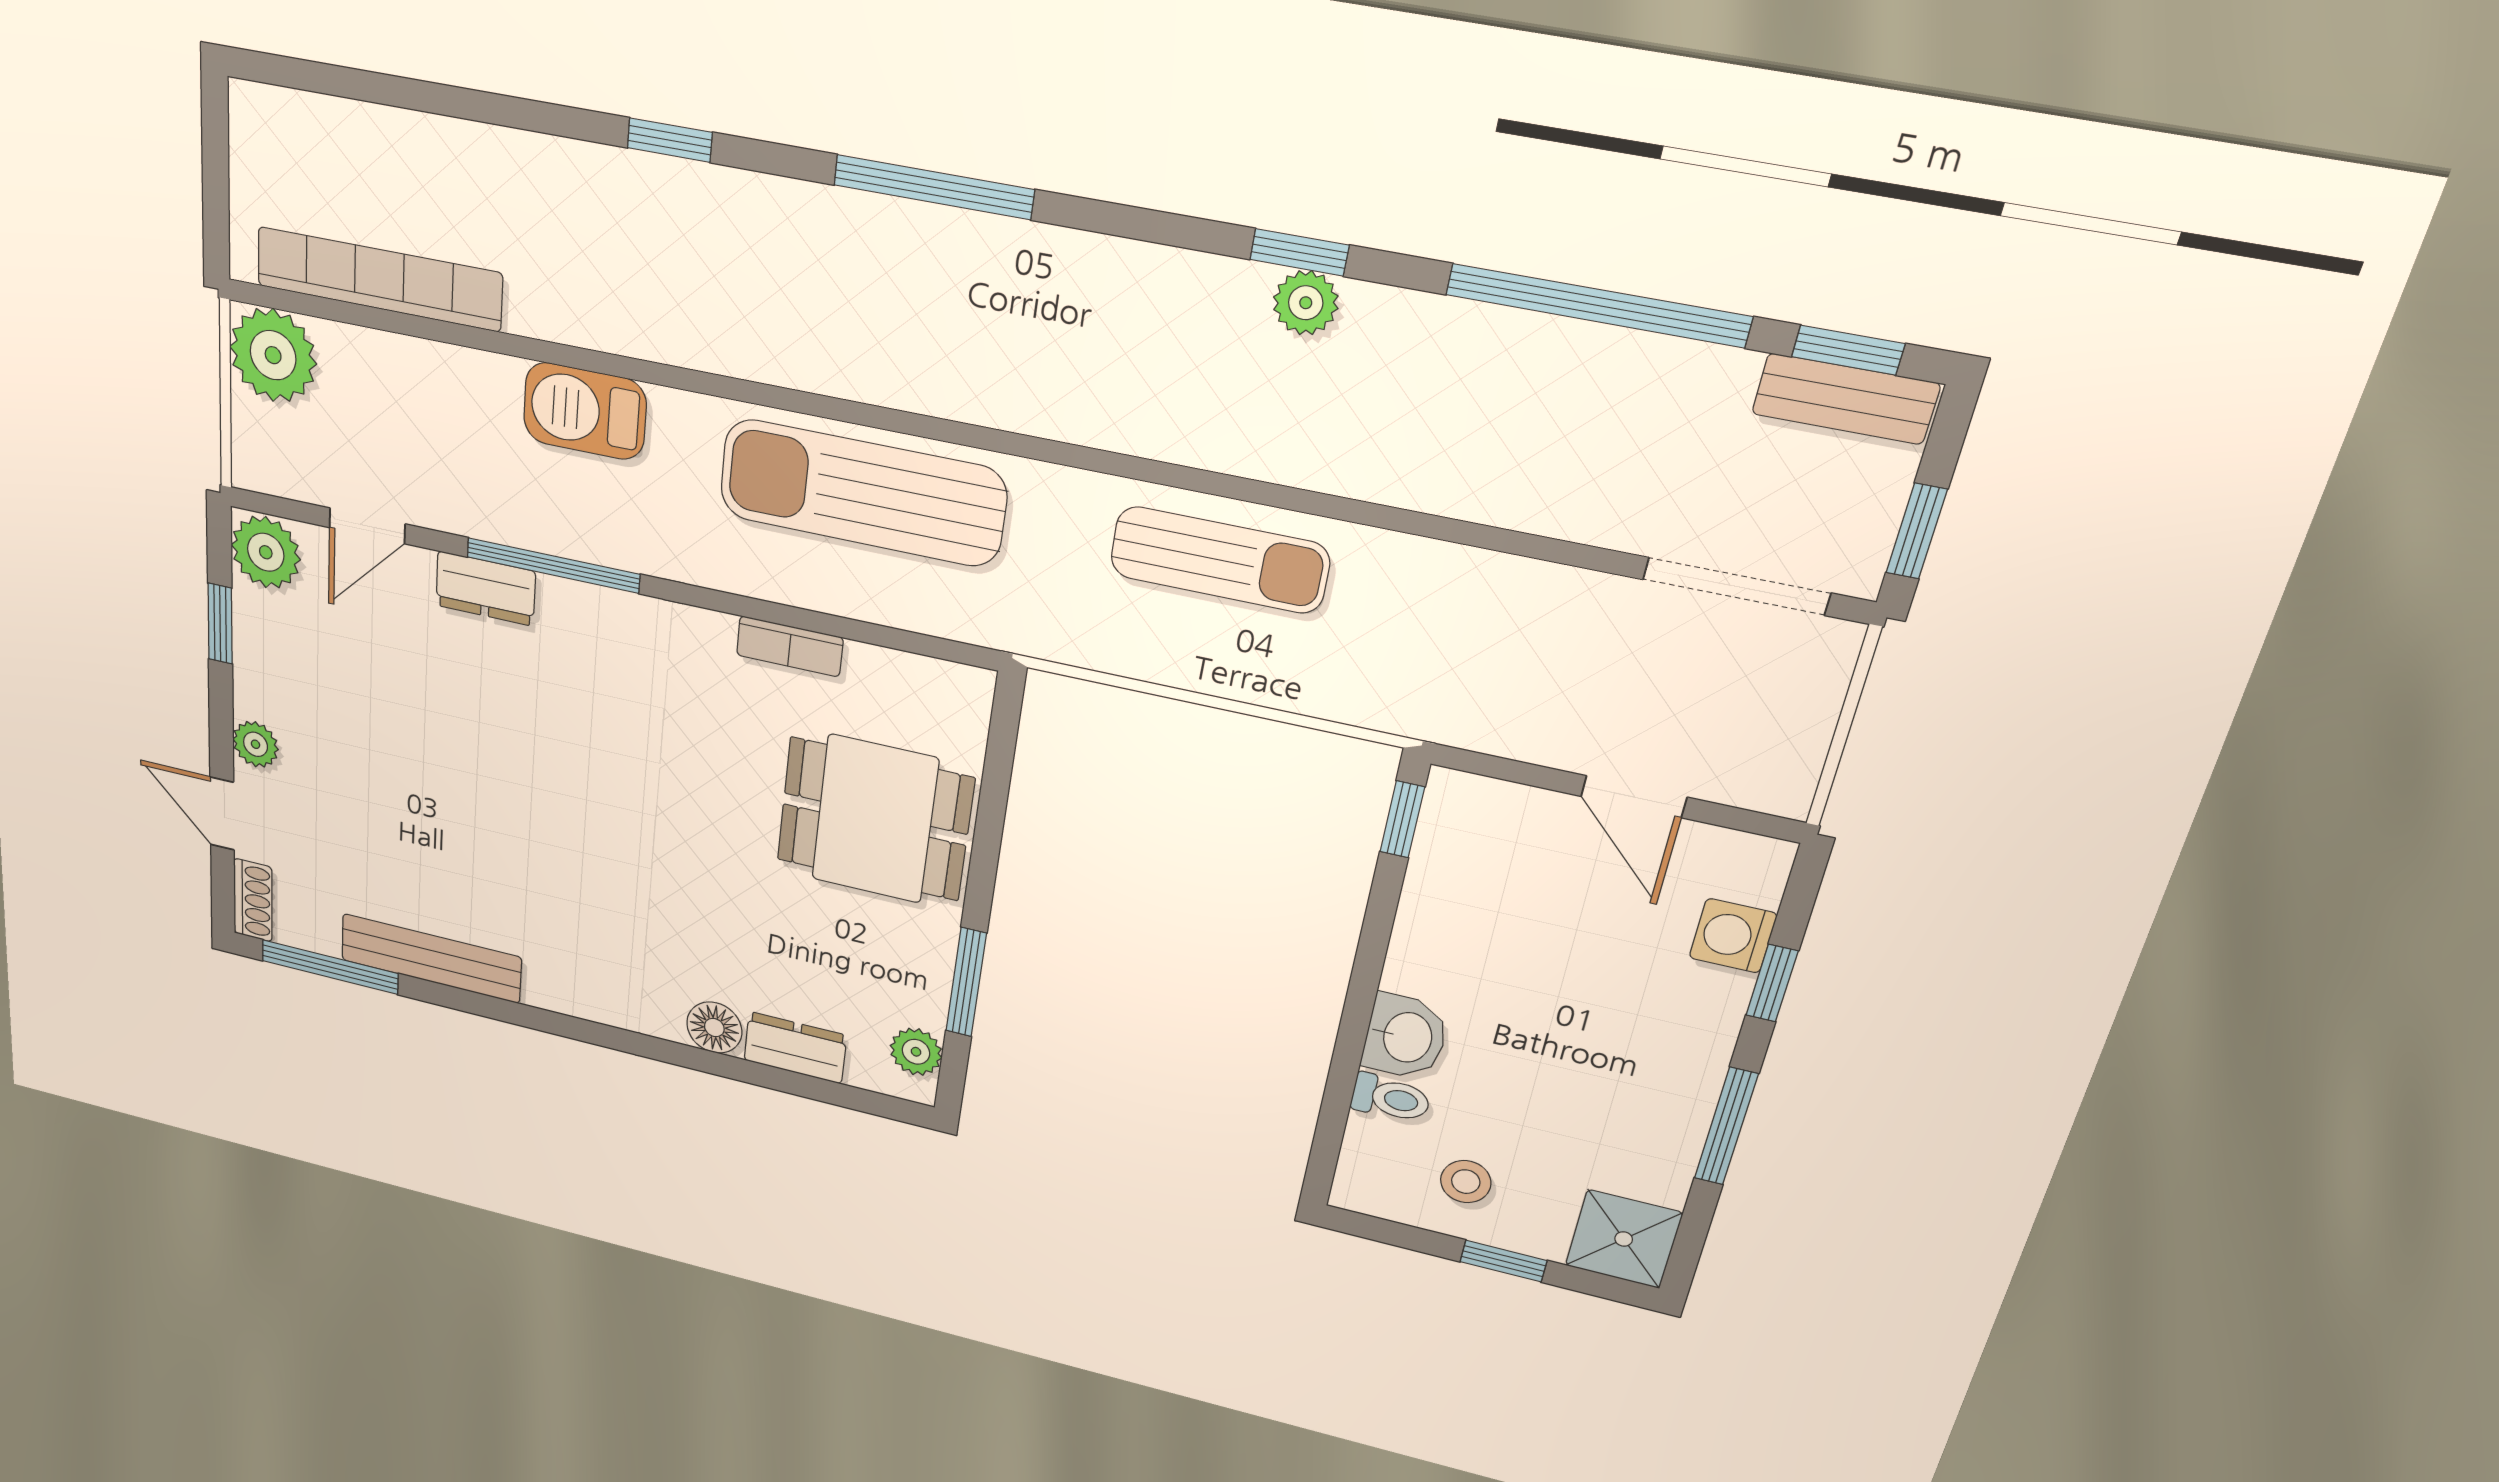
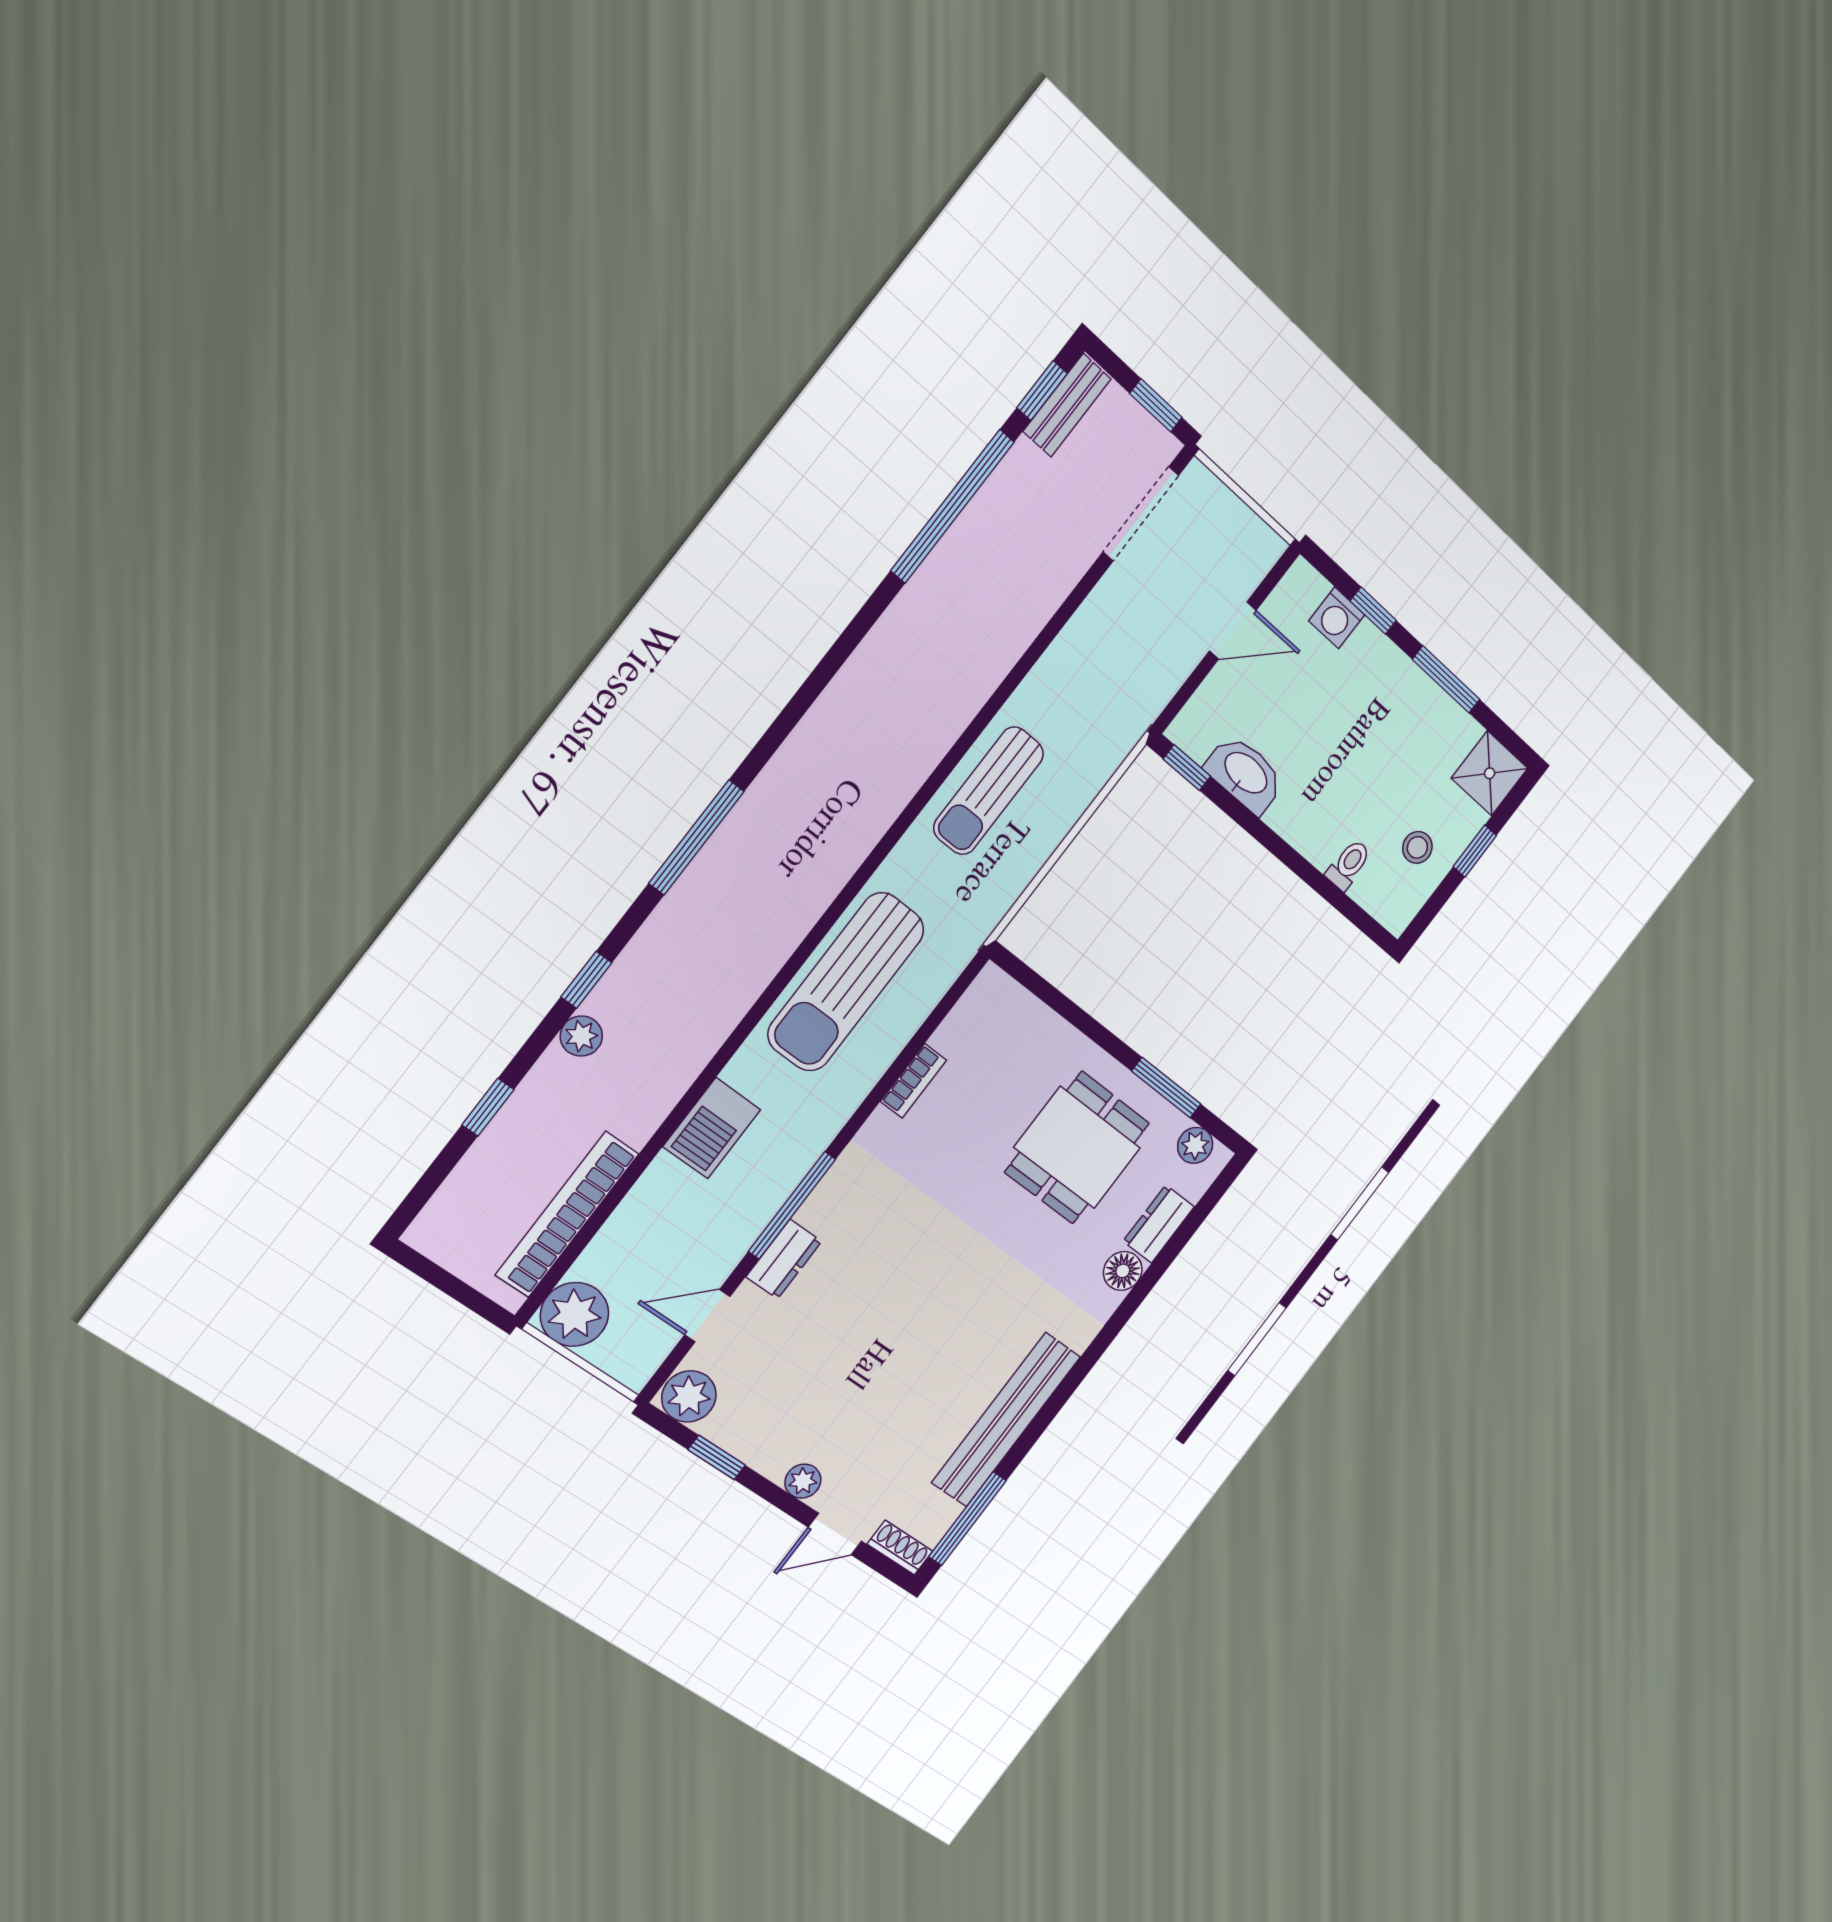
window: (1299, 252) -> (488, 1107), moved
plant: (1306, 303) -> (581, 1036), moved
door: (367, 526) -> (707, 1316), swing flipped
sun lounger: (1219, 560) -> (989, 791), turned 180
dining table: (875, 819) -> (1077, 1148), moved
bench: (431, 958) -> (1006, 1420), width x1.37, depth x1.21
washbasin: (1405, 1037) -> (1245, 774), moved, width x1.38

